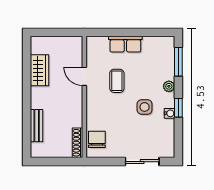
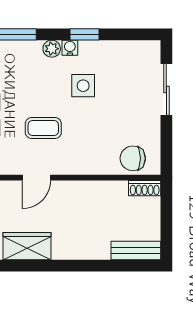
water cooler: (169, 113) -> (70, 48), moved
bench: (37, 126) -> (136, 250), moved
shoe rack: (77, 143) -> (145, 188), width x0.70

